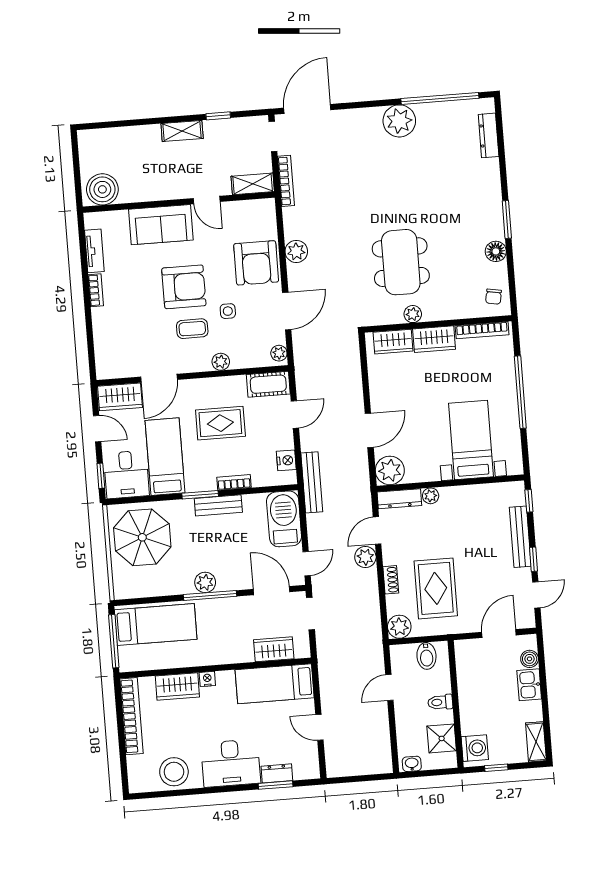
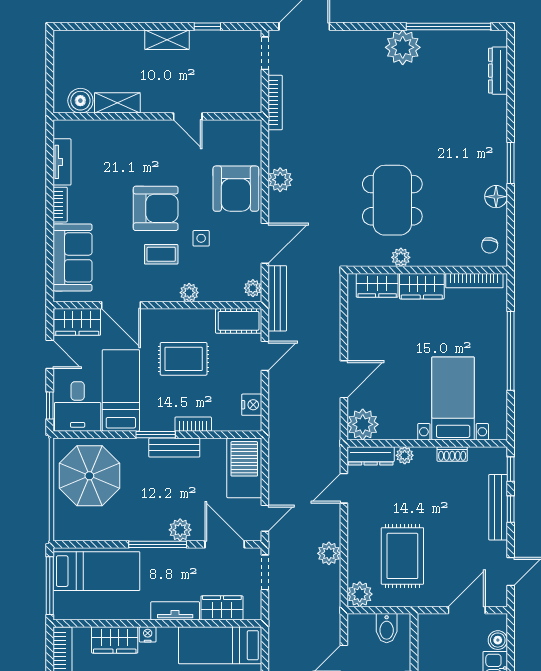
shelving: (253, 184) -> (117, 103), moved
boiler: (102, 189) -> (80, 101), width x0.73, depth x0.73
sofa: (161, 225) -> (73, 257), moved, turned -90
door: (159, 378) -> (121, 305), hinge flipped
bench: (312, 482) -> (277, 298), moved
plant: (365, 557) -> (329, 553), moved
window: (534, 559) -> (511, 509), moved
shoe rack: (391, 580) -> (452, 454), moved, turned 90
plant: (205, 582) -> (180, 530), moved
tv unit: (231, 655) -> (175, 611), added

